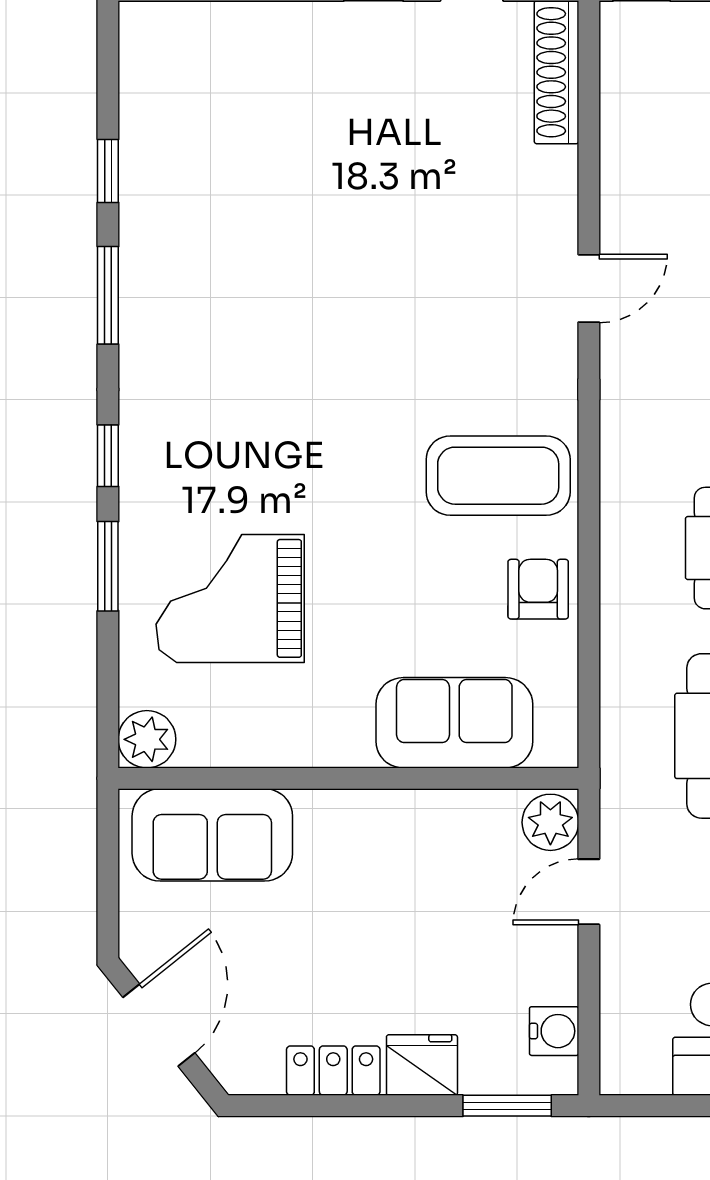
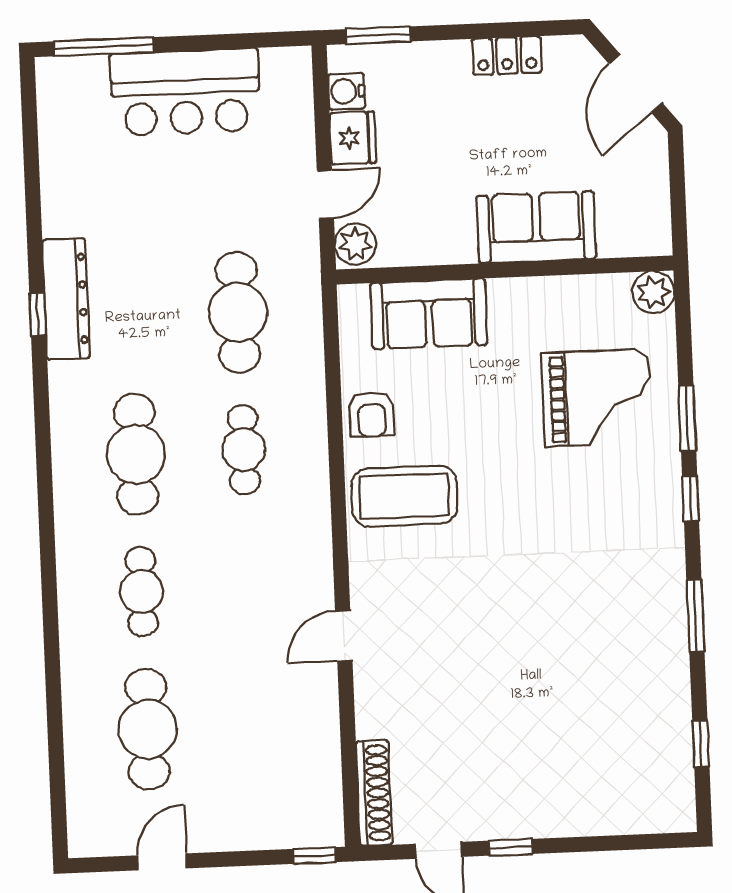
window: (108, 171) -> (701, 744), moved
sofa: (212, 835) -> (536, 227), moved
fridge: (422, 1065) -> (353, 138), moved, turned -90

